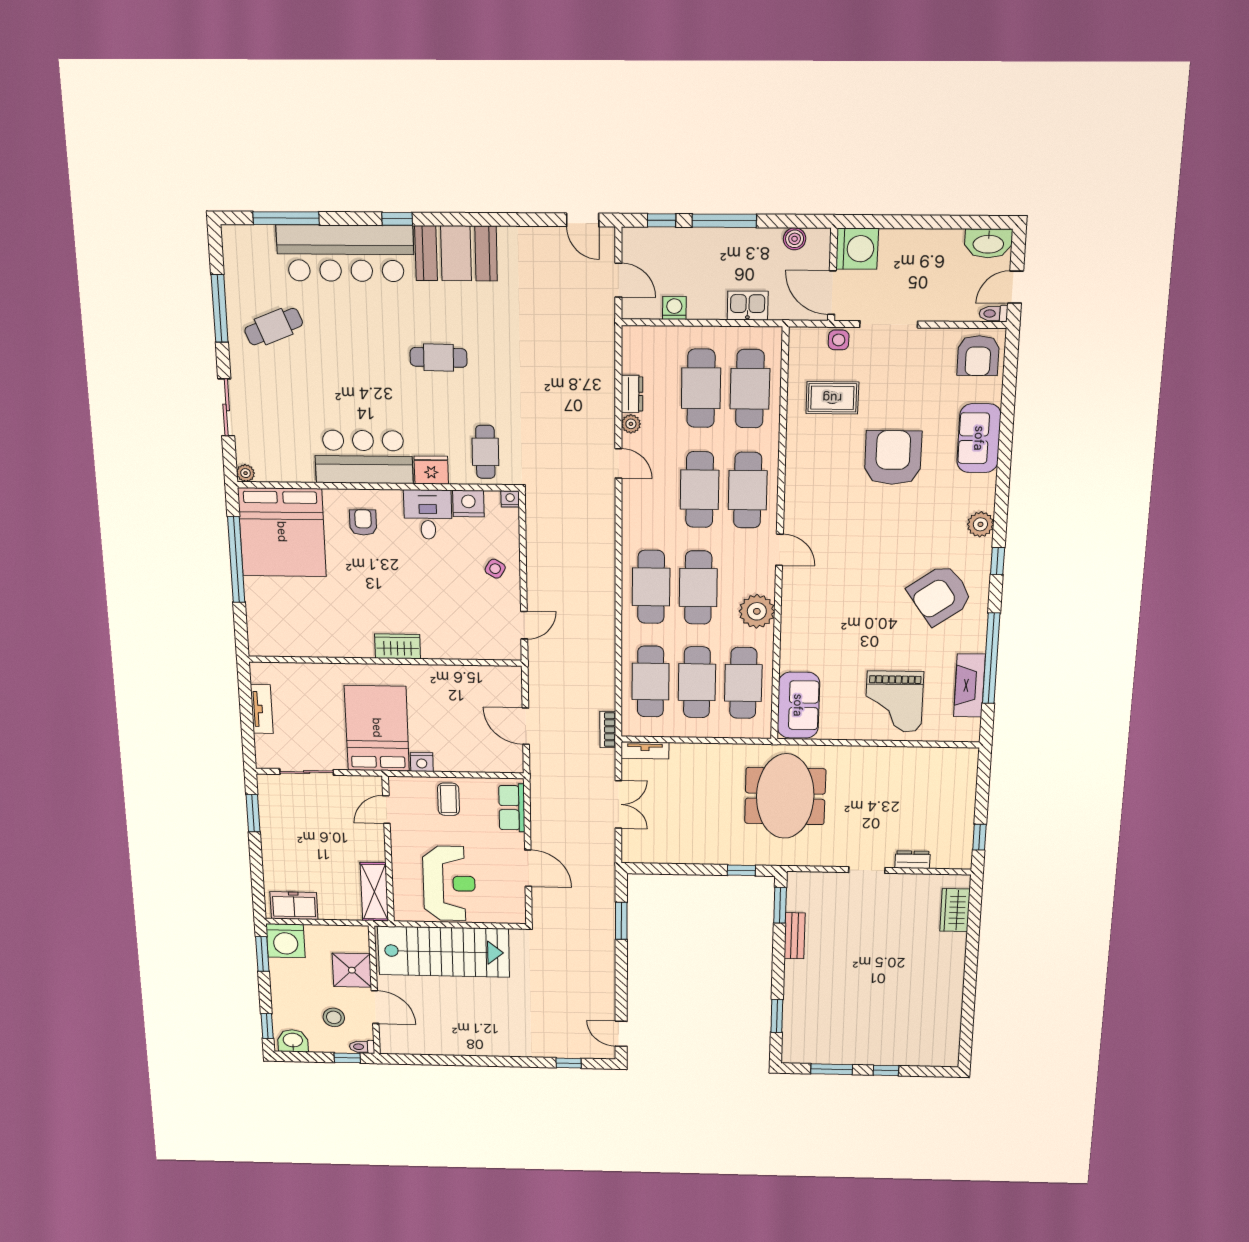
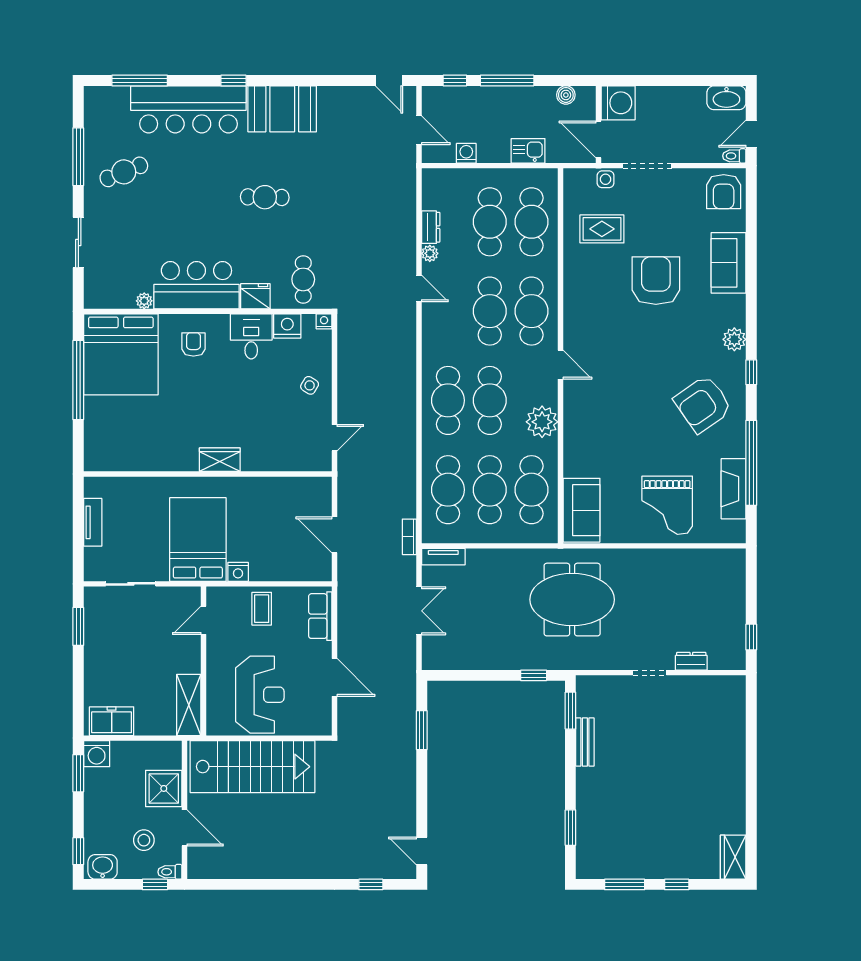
plant: (246, 473) -> (144, 301), moved
meeting table: (785, 796) -> (572, 600), turned 90
wardrobe: (955, 910) -> (733, 857), moved
washing machine: (286, 941) -> (97, 754), width x0.73, depth x0.73

